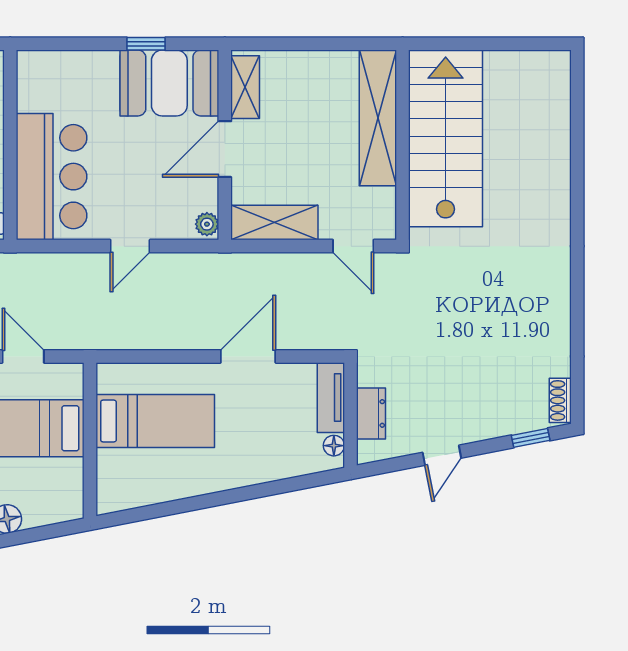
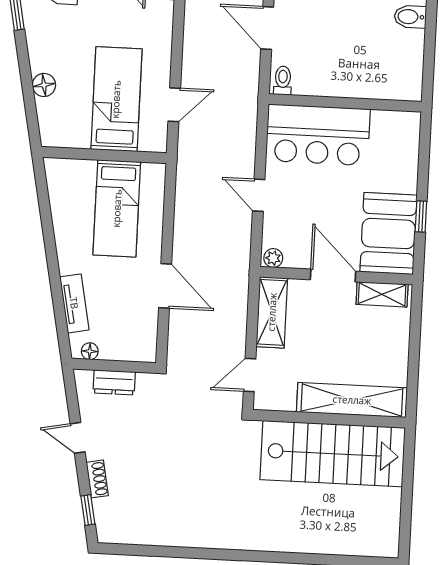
tv unit: (331, 398) -> (74, 303), moved, turned 79
shoe rack: (560, 400) -> (97, 479), moved, turned 79

